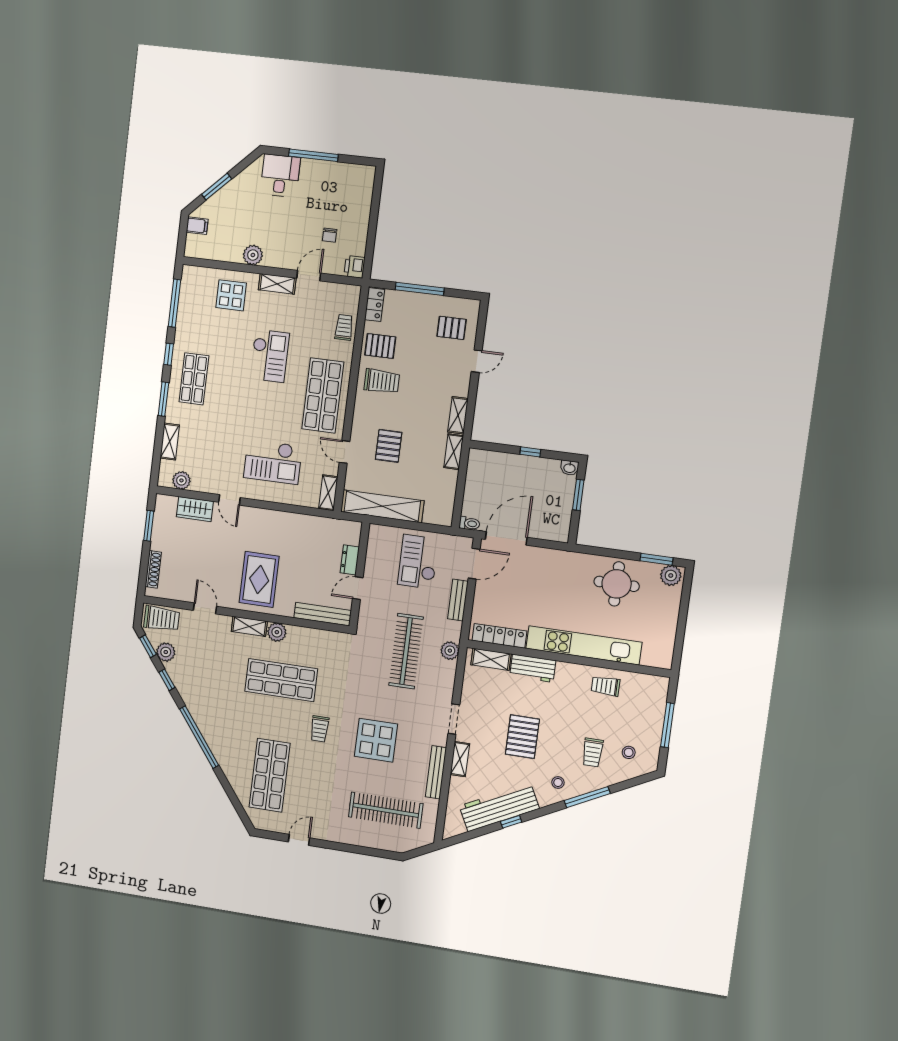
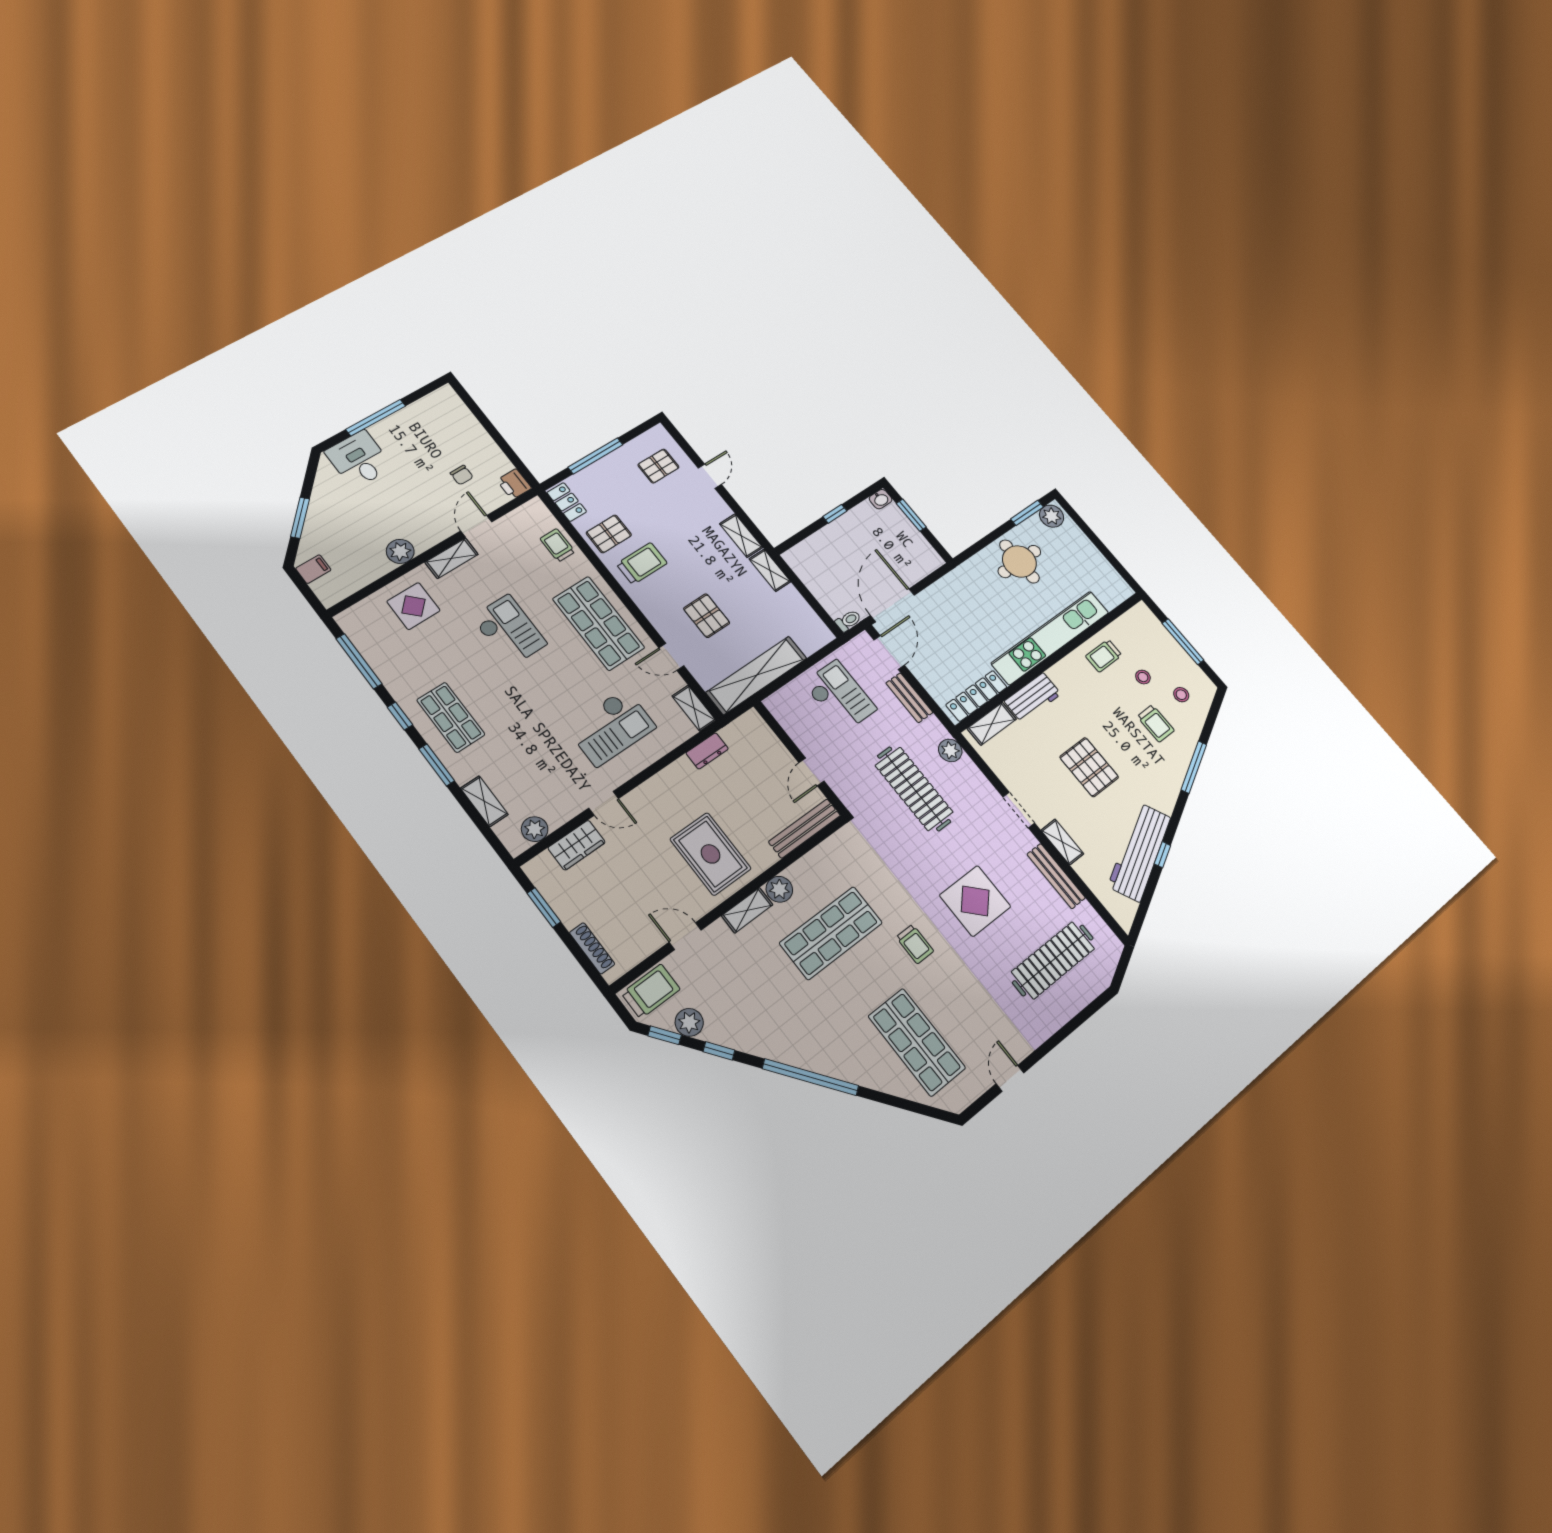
dresser: (350, 560) -> (707, 751), moved, turned -90
checkout: (418, 562) -> (840, 696), turned 180
stool: (558, 782) -> (1143, 677), moved

